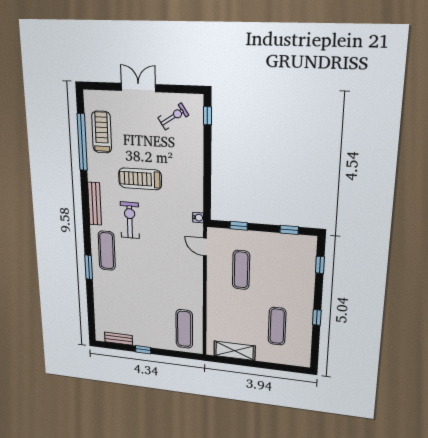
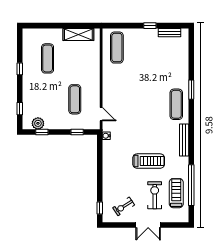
treadmill: (102, 132) -> (176, 193), turned 180
exercise bike: (130, 220) -> (155, 195), moved, turned 180
plant: (294, 242) -> (38, 123), added

